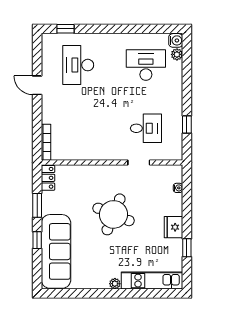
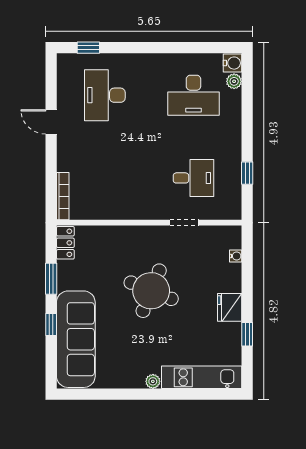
desk: (146, 65) -> (193, 95), turned 180

